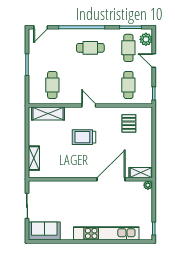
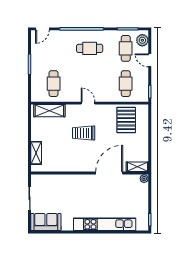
pallet: (129, 123) -> (126, 120), width x1.50, depth x1.42

